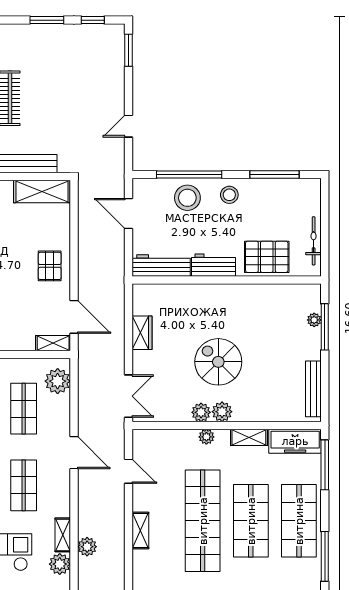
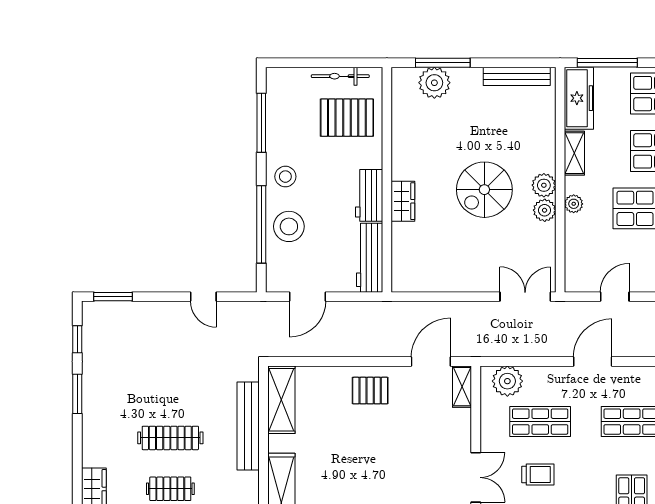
pallet: (267, 257) -> (347, 118), moved, turned 90
plant: (314, 320) -> (434, 83), width x1.88, depth x1.88
wardrobe: (142, 333) -> (403, 201), moved, turned 90

